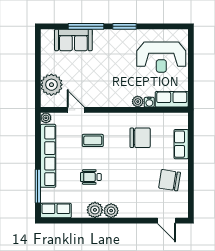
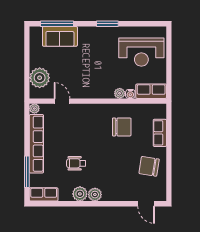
window: (86, 26) -> (57, 24), moved
coffee table: (93, 140) -> (78, 129), removed

